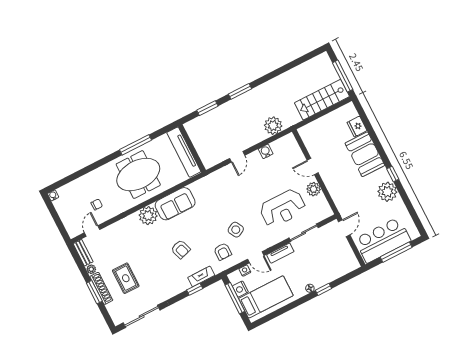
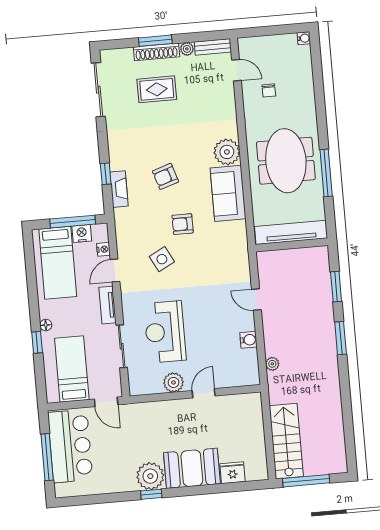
plant: (273, 126) -> (272, 364), width x0.53, depth x0.53
plant: (387, 192) -> (150, 476), moved
armchair: (223, 252) -> (183, 224), moved
bed: (332, 259) -> (72, 369), added

